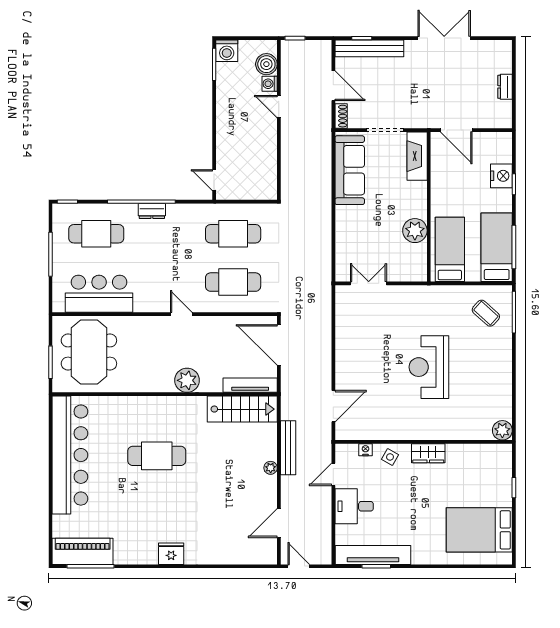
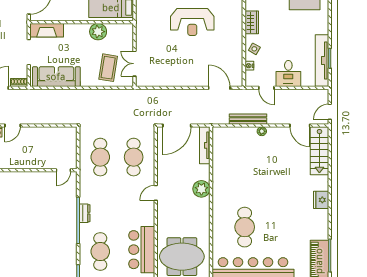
coffee table: (363, 245) -> (108, 68), added
stairs: (242, 409) -> (319, 151), moved, turned 180
cafe table: (157, 456) -> (245, 227), moved

